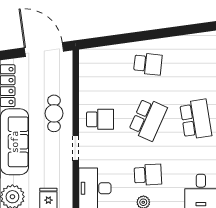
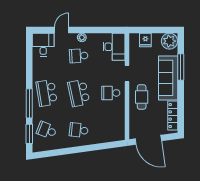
school desk: (196, 64) -> (47, 130), added
school desk: (148, 119) -> (79, 93), turned -36

